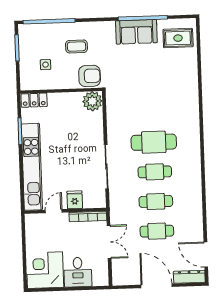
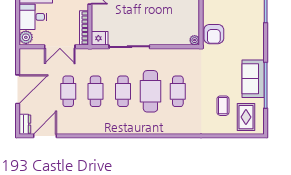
coffee table: (76, 46) -> (223, 106), moved
plant: (92, 101) -> (195, 40), width x0.53, depth x0.53
cafe table: (153, 113) -> (178, 91), added
fridge: (75, 200) -> (100, 38), moved
dresser: (189, 277) -> (25, 124), width x0.70
plant: (100, 279) -> (26, 37), added

